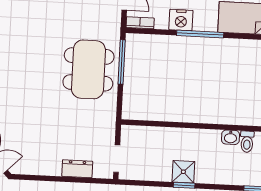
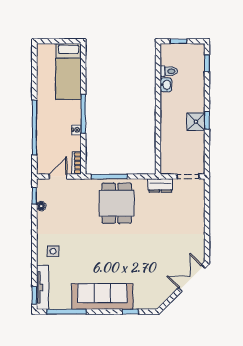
nightstand: (181, 20) -> (76, 130), width x0.53, depth x0.56
dining table: (88, 69) -> (117, 203), width x0.73
dresser: (77, 169) -> (160, 185), moved, turned -90

